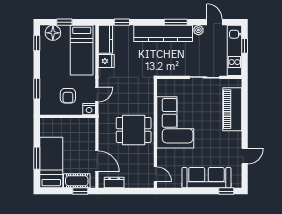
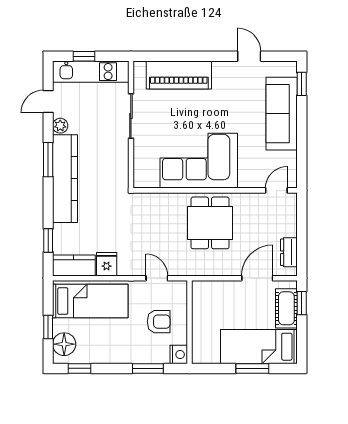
nightstand: (89, 109) -> (179, 355), moved

